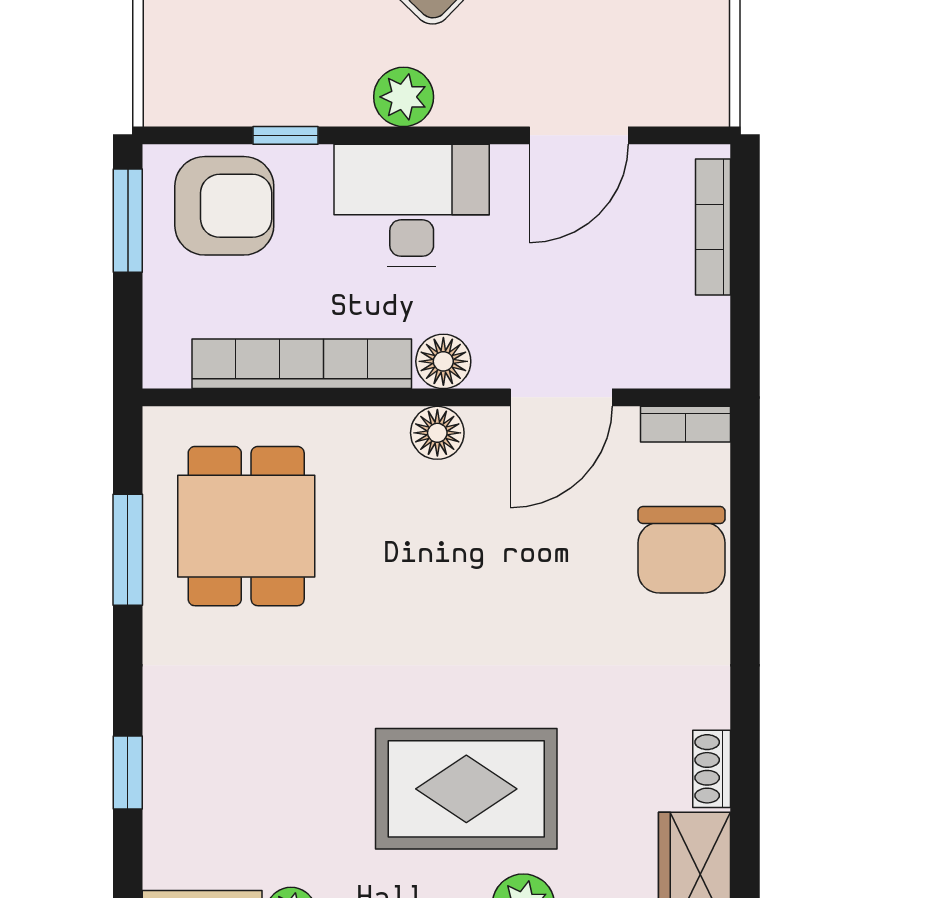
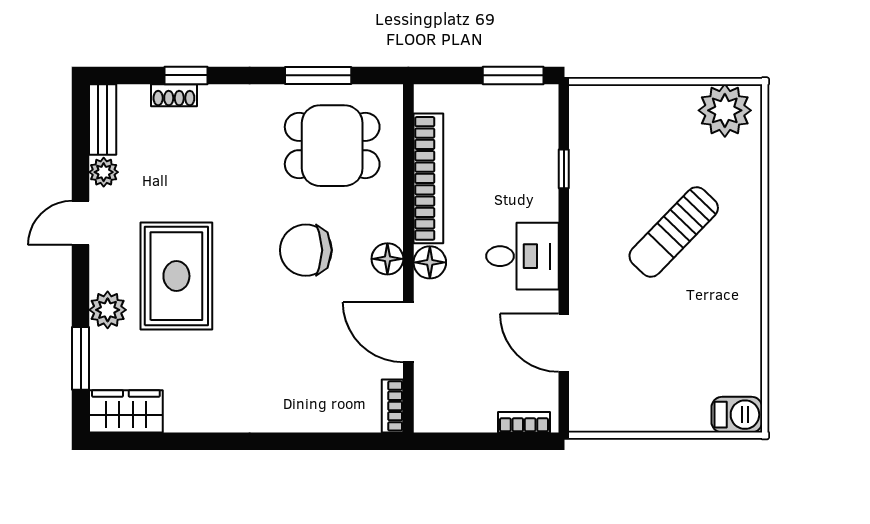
plant: (404, 97) -> (587, 239), removed
desk: (412, 205) -> (522, 256), width x0.73
armchair: (224, 206) -> (522, 133), removed
bookcase: (713, 227) -> (524, 422), width x0.64
chair: (682, 550) -> (306, 250), moved
shoe rack: (712, 769) -> (174, 95), moved, turned 180

